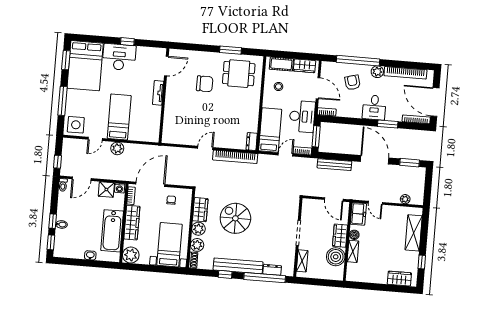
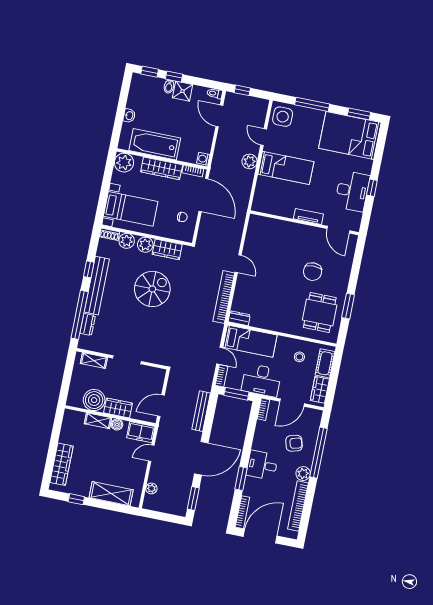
desk: (119, 57) -> (352, 191), moved
shower: (106, 189) -> (183, 91), moved
wardrobe: (399, 279) -> (61, 464), width x1.50

